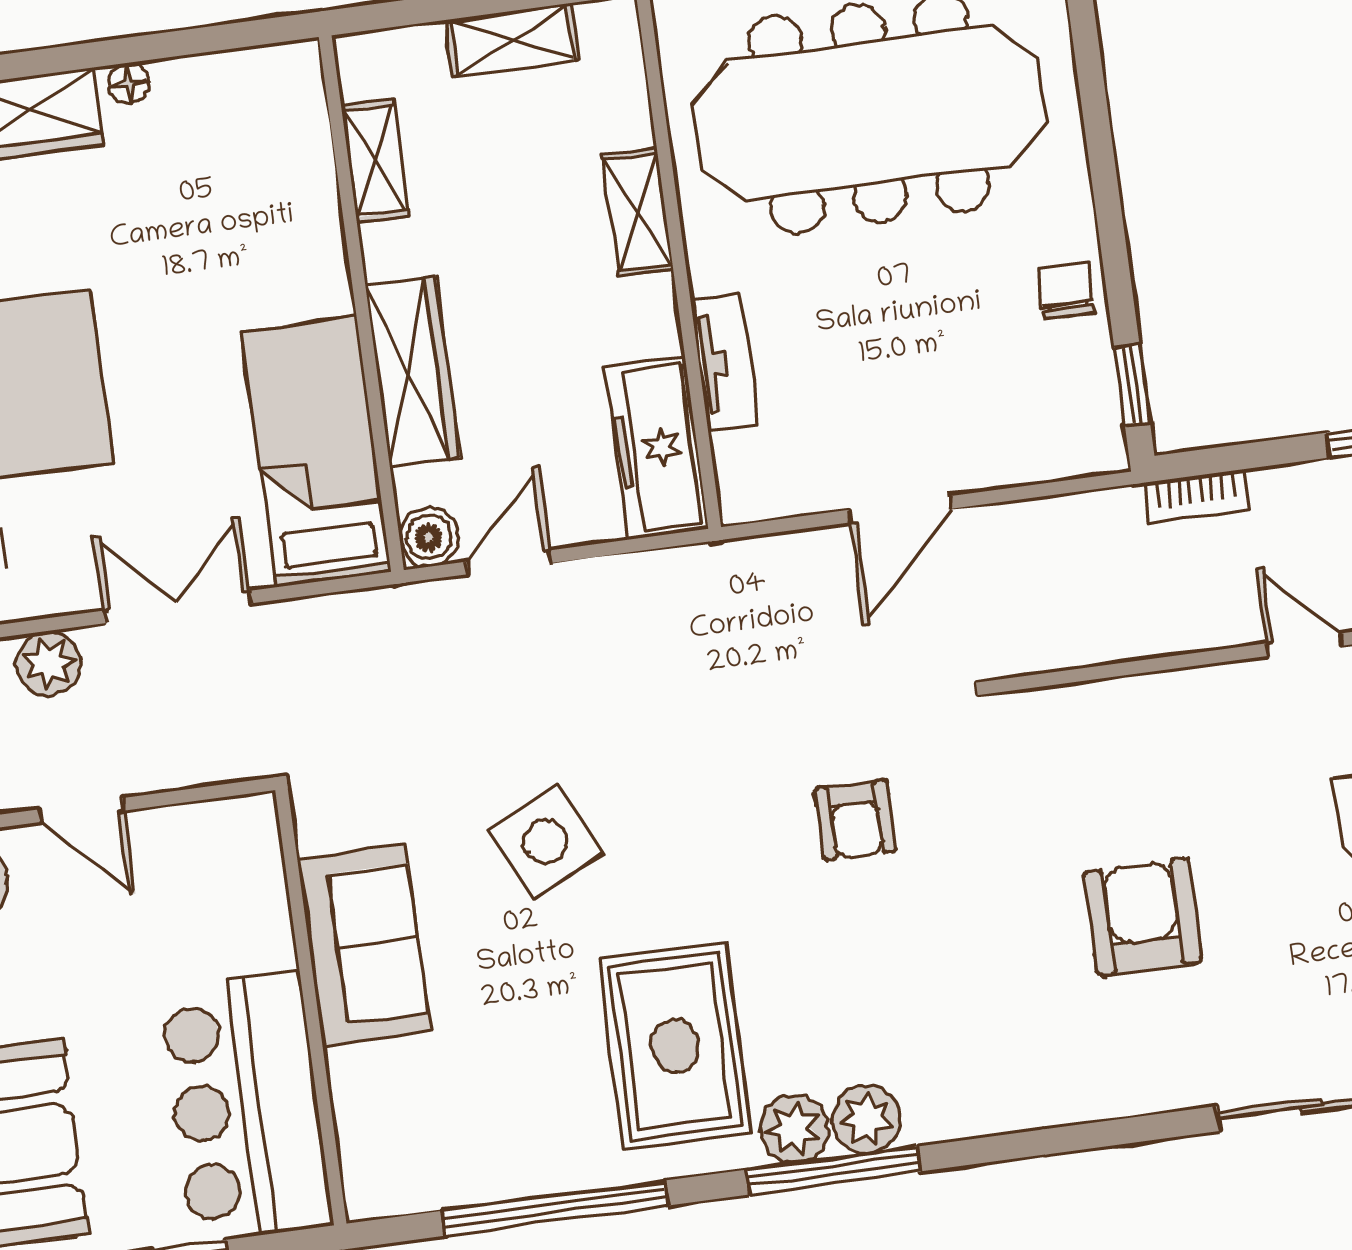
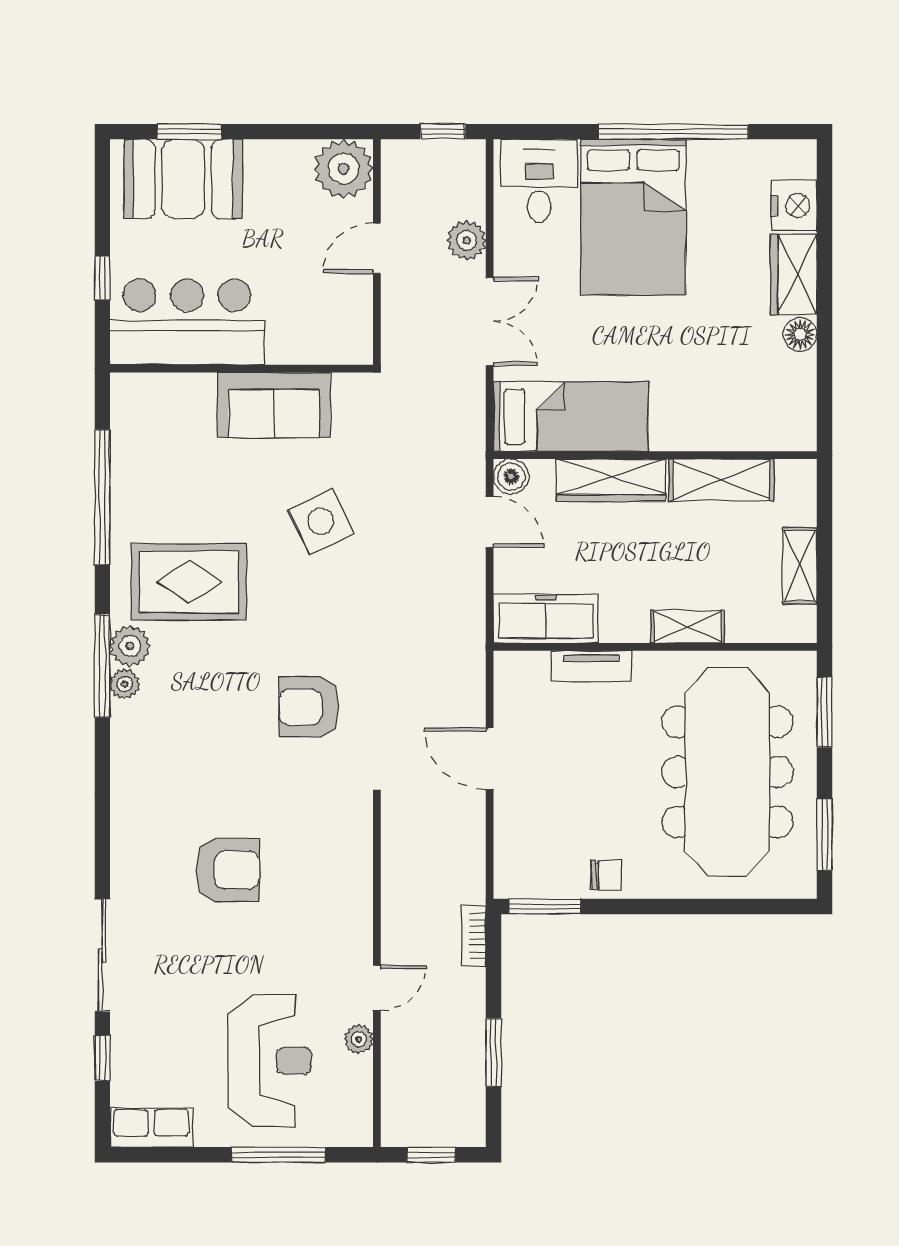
floor lamp: (128, 83) -> (800, 334), width x1.37, depth x1.37
shelving: (375, 161) -> (721, 480), width x1.50, depth x1.33
window: (1132, 385) -> (545, 906), width x1.50
armchair: (855, 820) -> (309, 707), width x1.38, depth x1.38
plant: (866, 1119) -> (125, 684), width x0.73, depth x0.73

